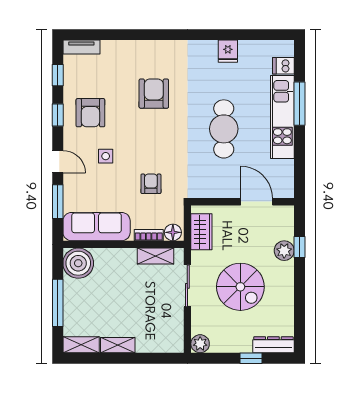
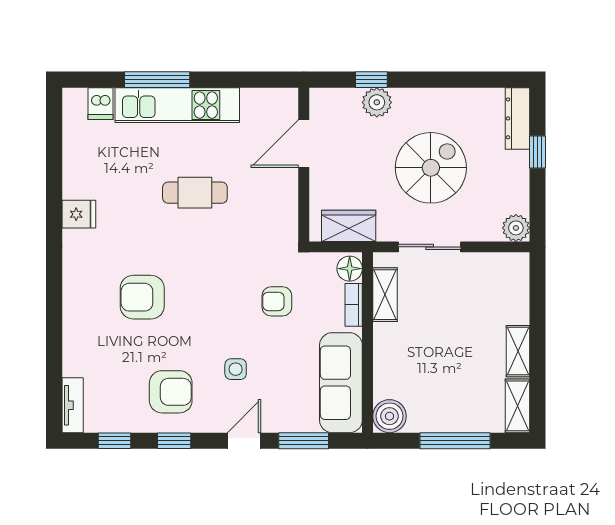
fridge: (228, 51) -> (79, 214), moved
cafe table: (224, 129) -> (195, 193), width x0.73, depth x0.74
boiler: (78, 263) -> (389, 416), width x0.73, depth x0.73

